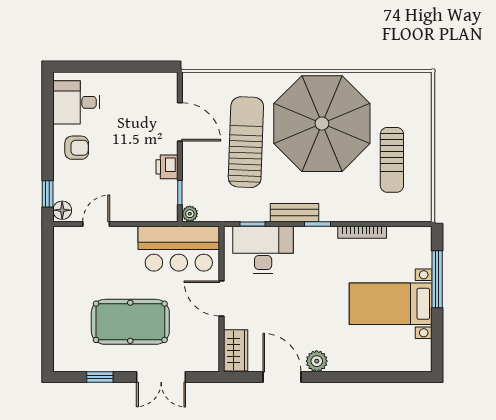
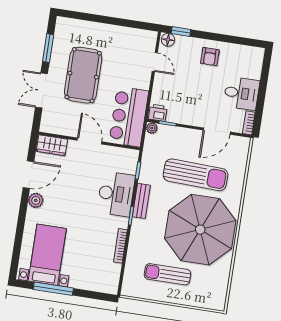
bookcase: (161, 78) -> (249, 123), added
desk: (76, 102) -> (241, 93), moved, turned 90
printer: (167, 167) -> (158, 113), moved
desk: (263, 250) -> (116, 194), moved
window: (437, 279) -> (53, 289), moved
door: (222, 299) -> (89, 141), hinge flipped
bed with nightstands: (391, 304) -> (47, 255), moved
window: (100, 377) -> (48, 48), width x1.50

